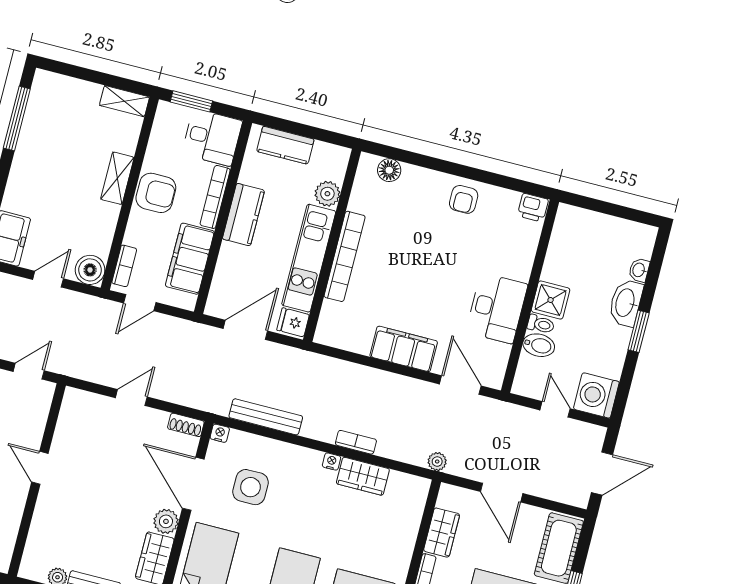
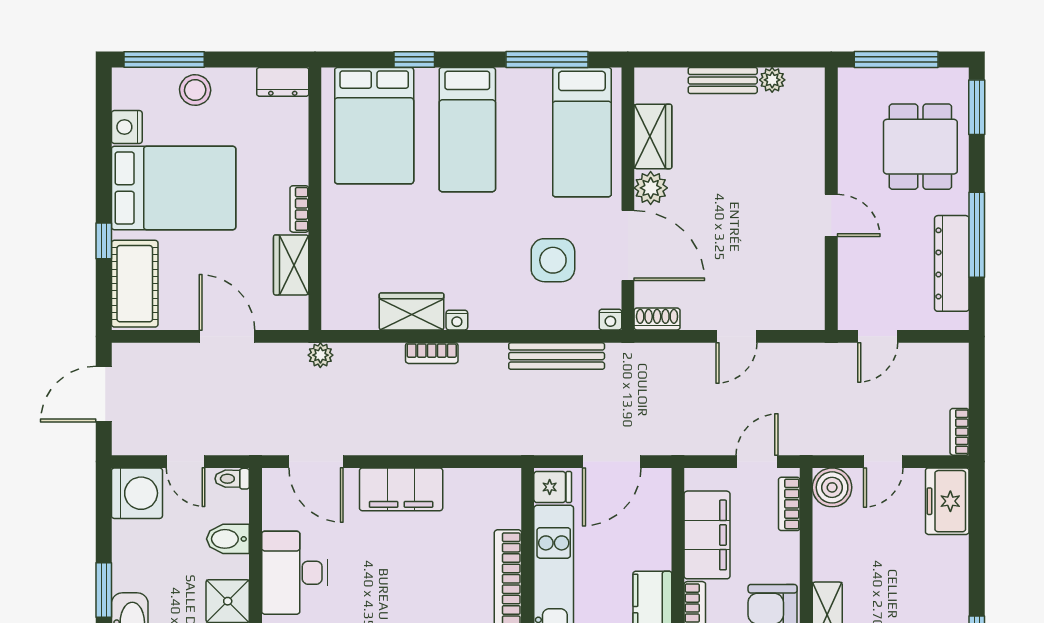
toilet: (541, 324) -> (232, 479), moved

